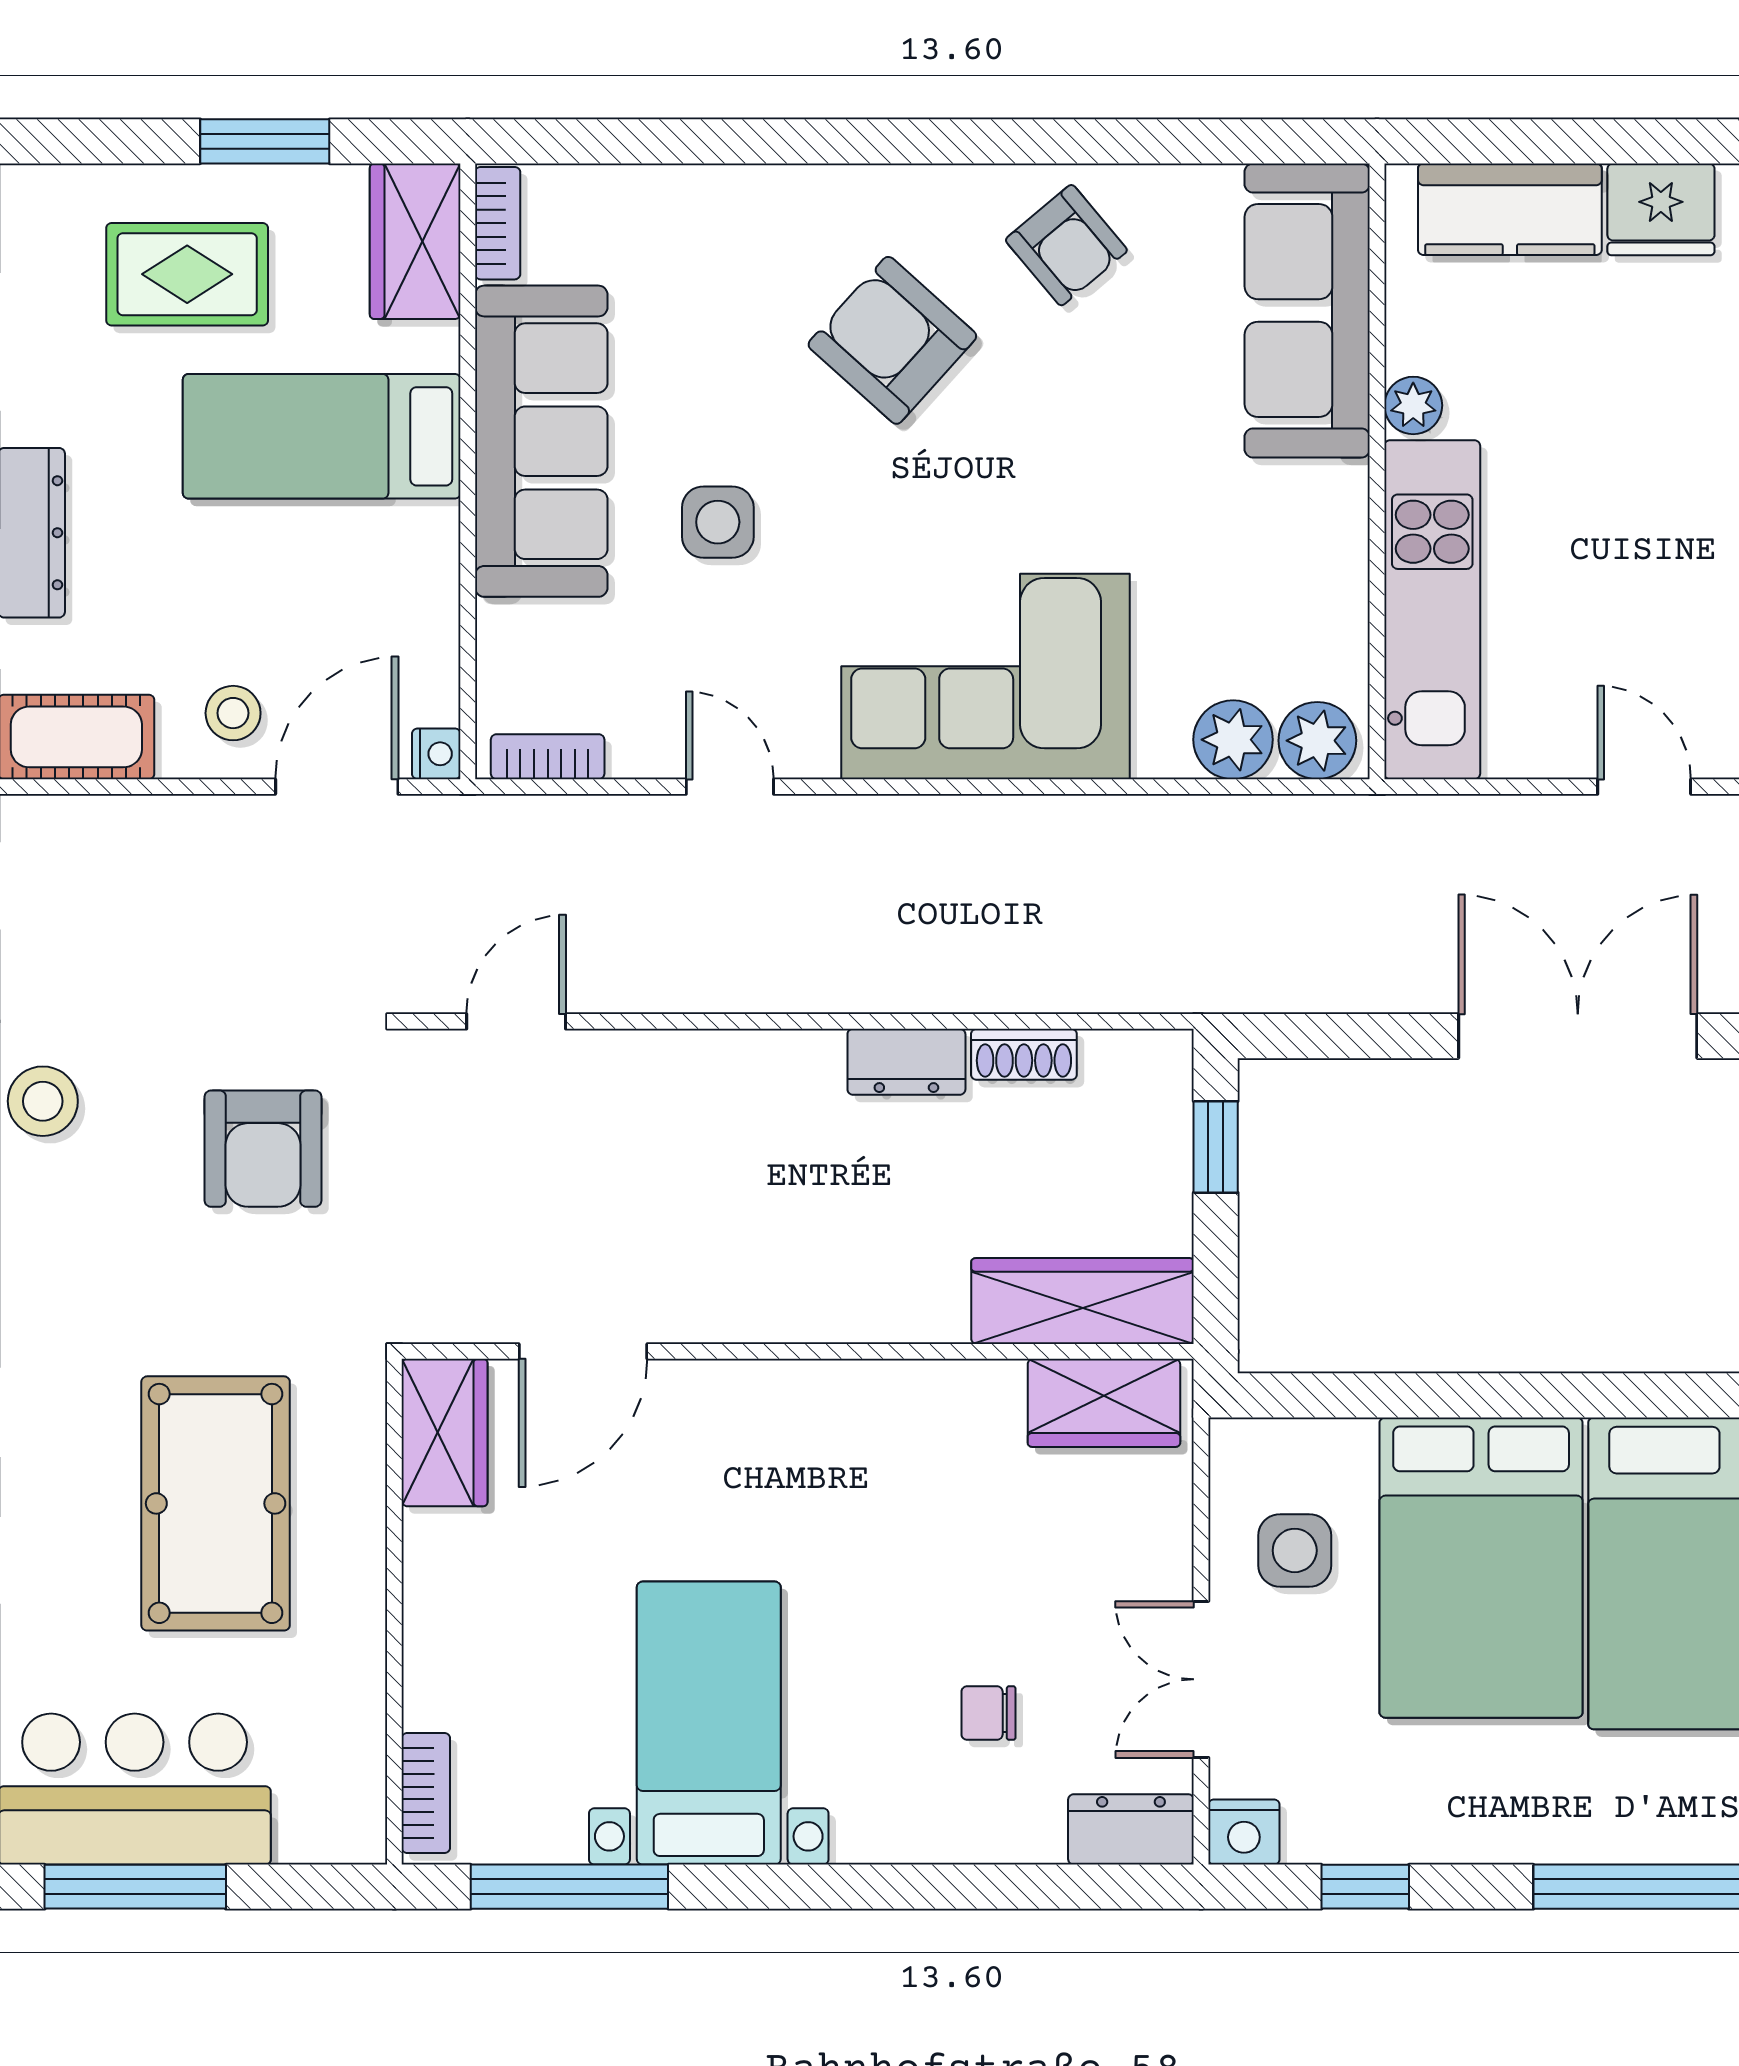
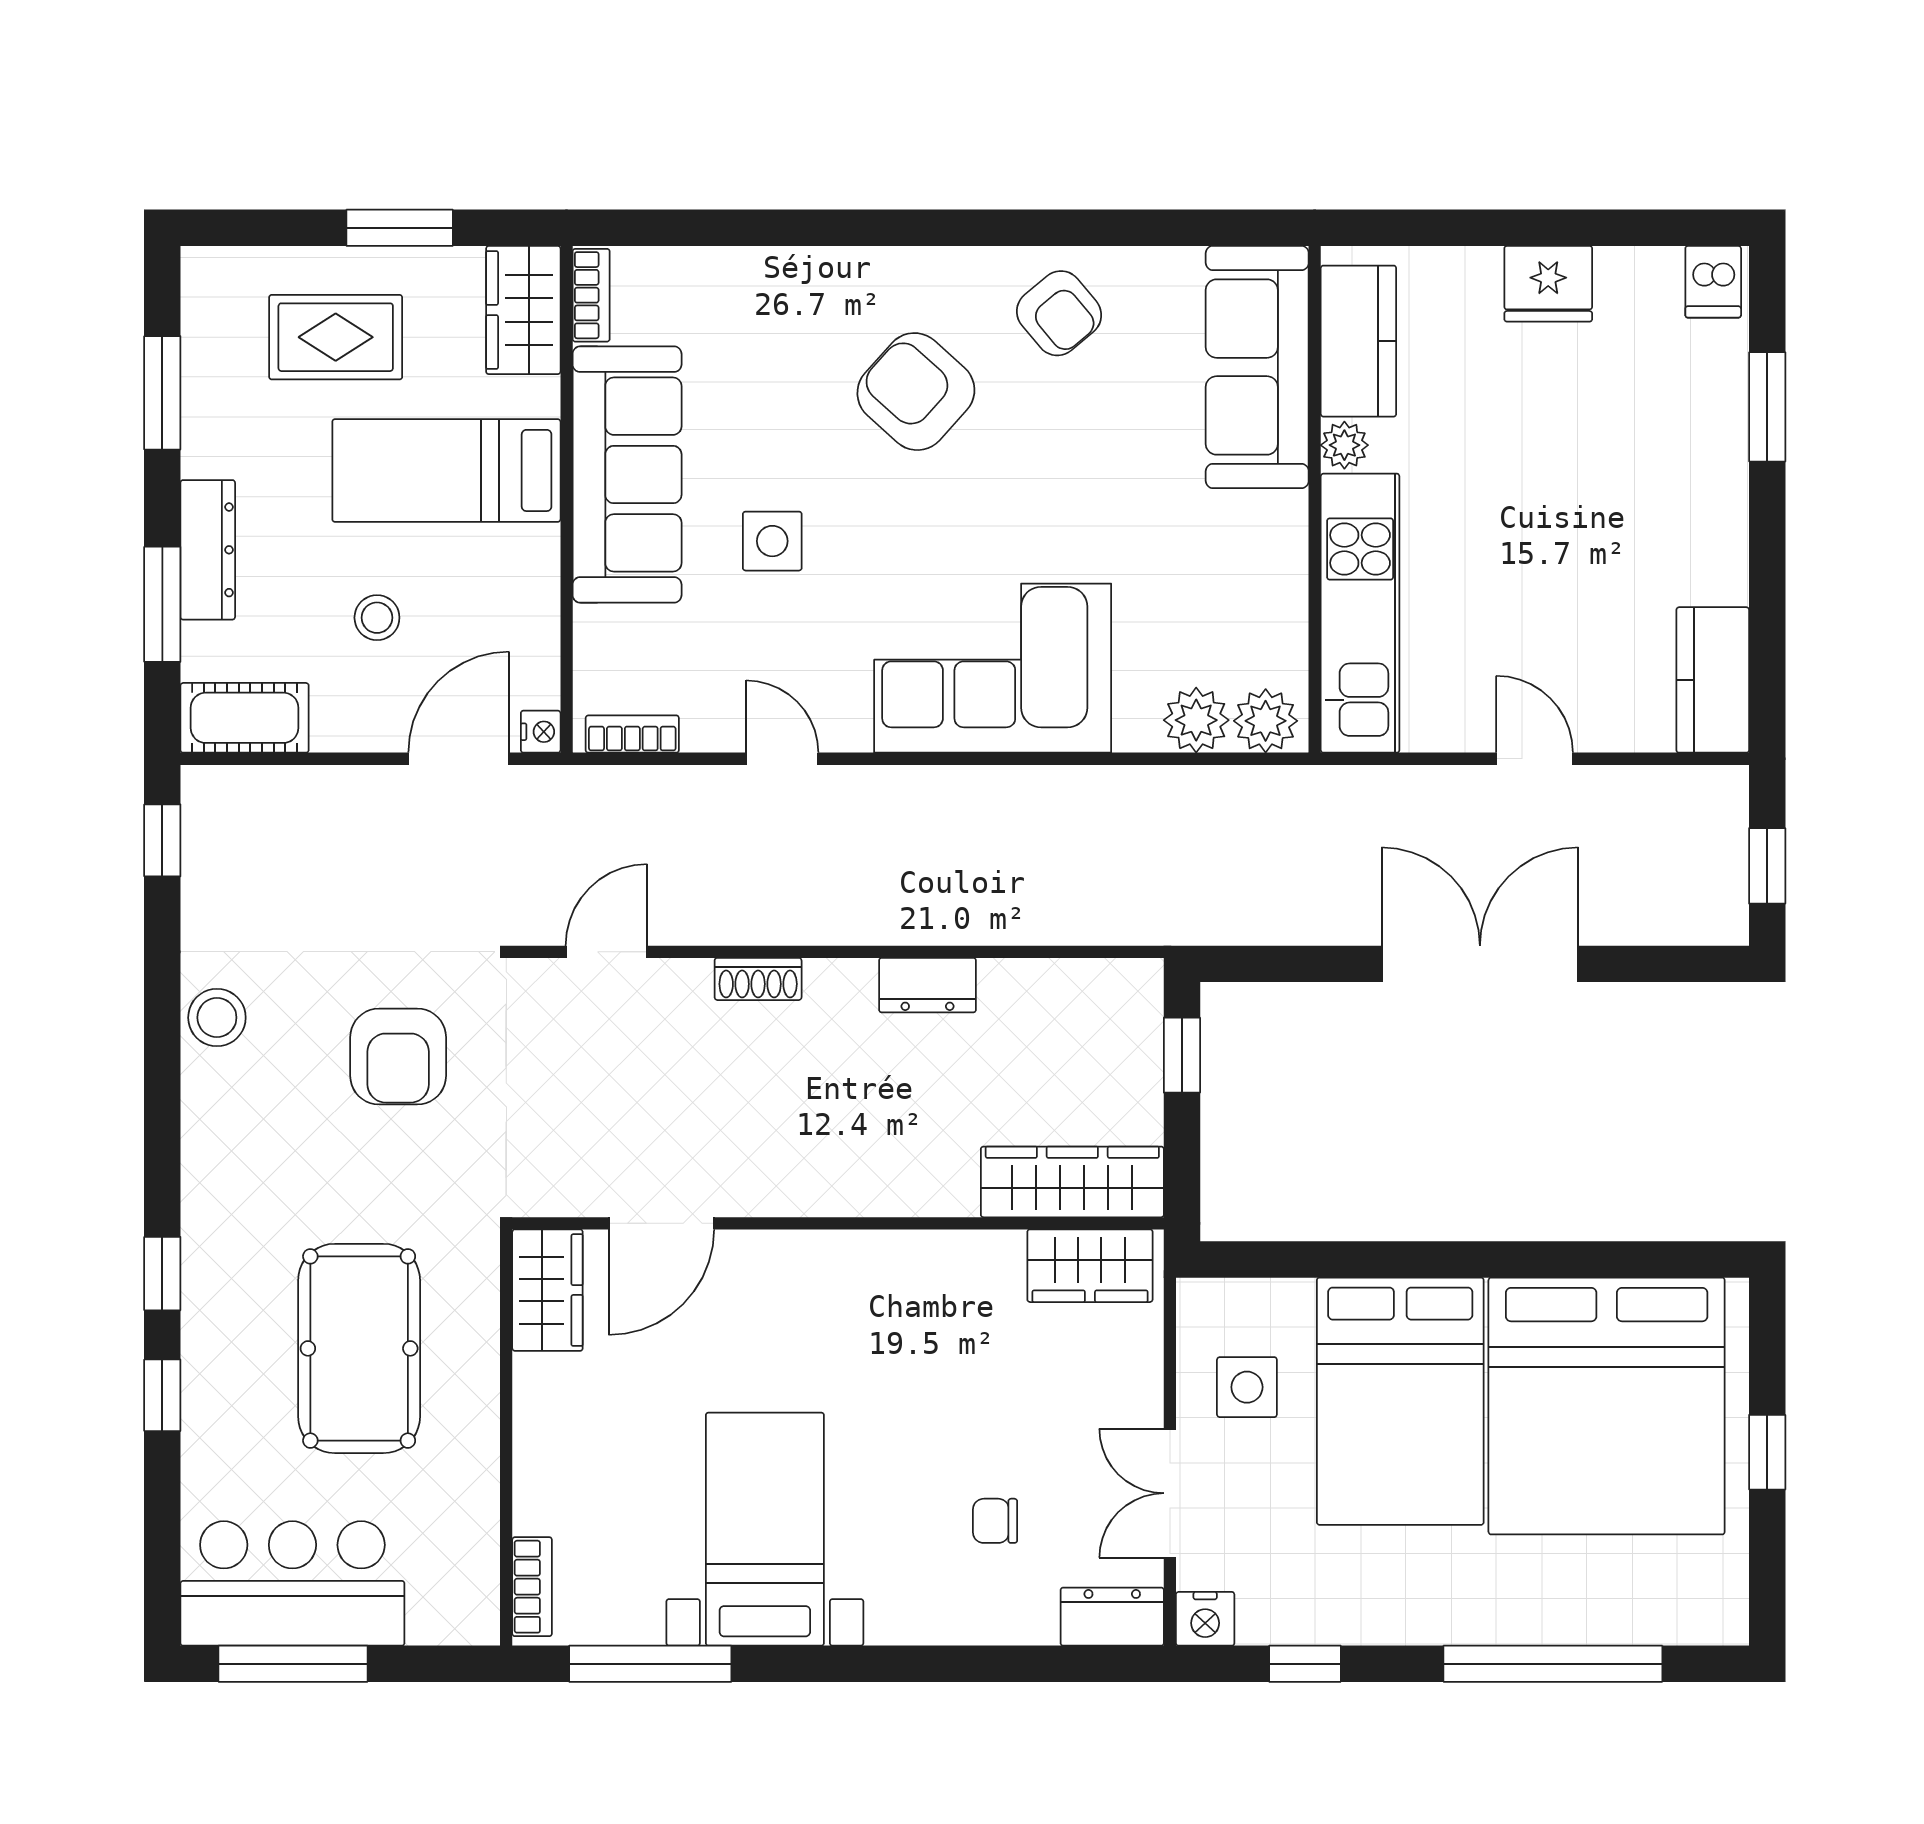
kitchen counter: (1510, 209) -> (1358, 341), moved, turned -90
stool: (233, 713) -> (377, 618), moved
shoe rack: (1024, 1054) -> (758, 979), moved

